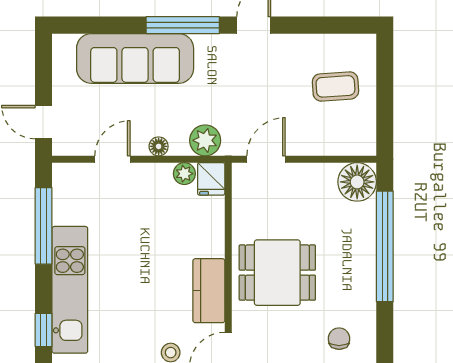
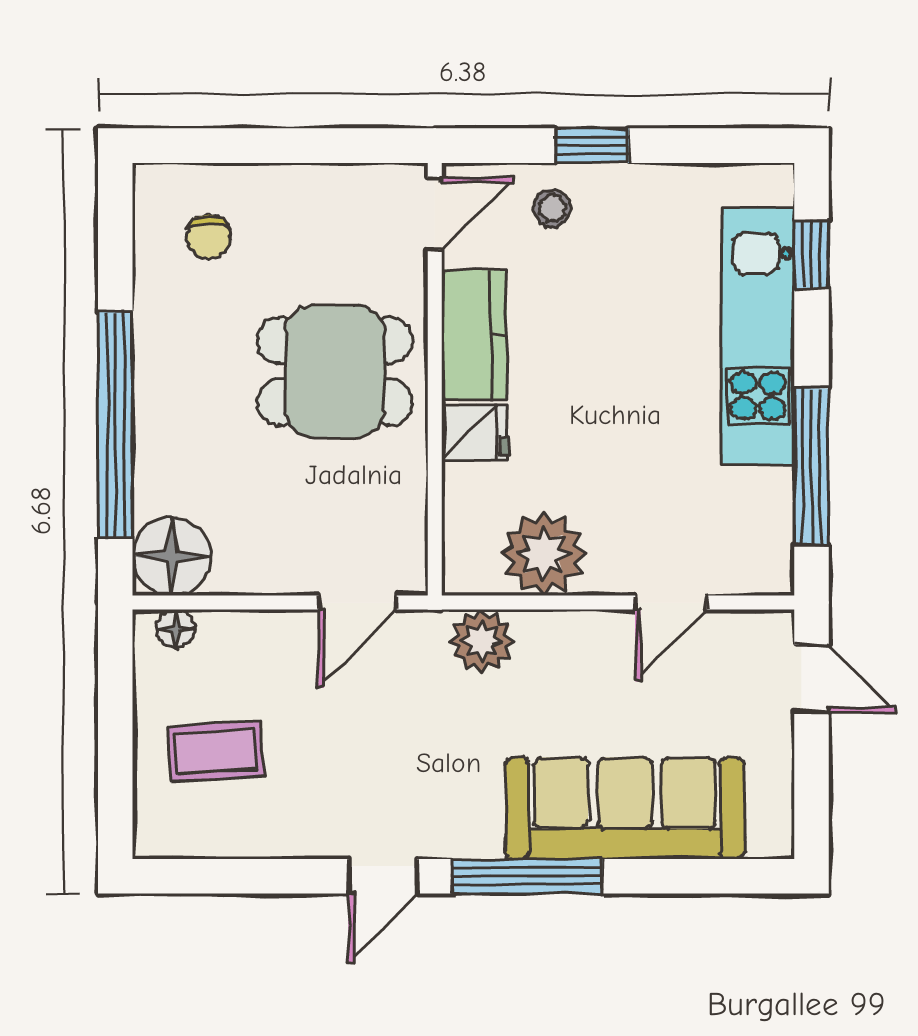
floor lamp: (159, 146) -> (176, 629), moved
plant: (184, 174) -> (544, 554), width x1.87, depth x1.87
fridge: (211, 179) -> (475, 432), moved, turned 90

